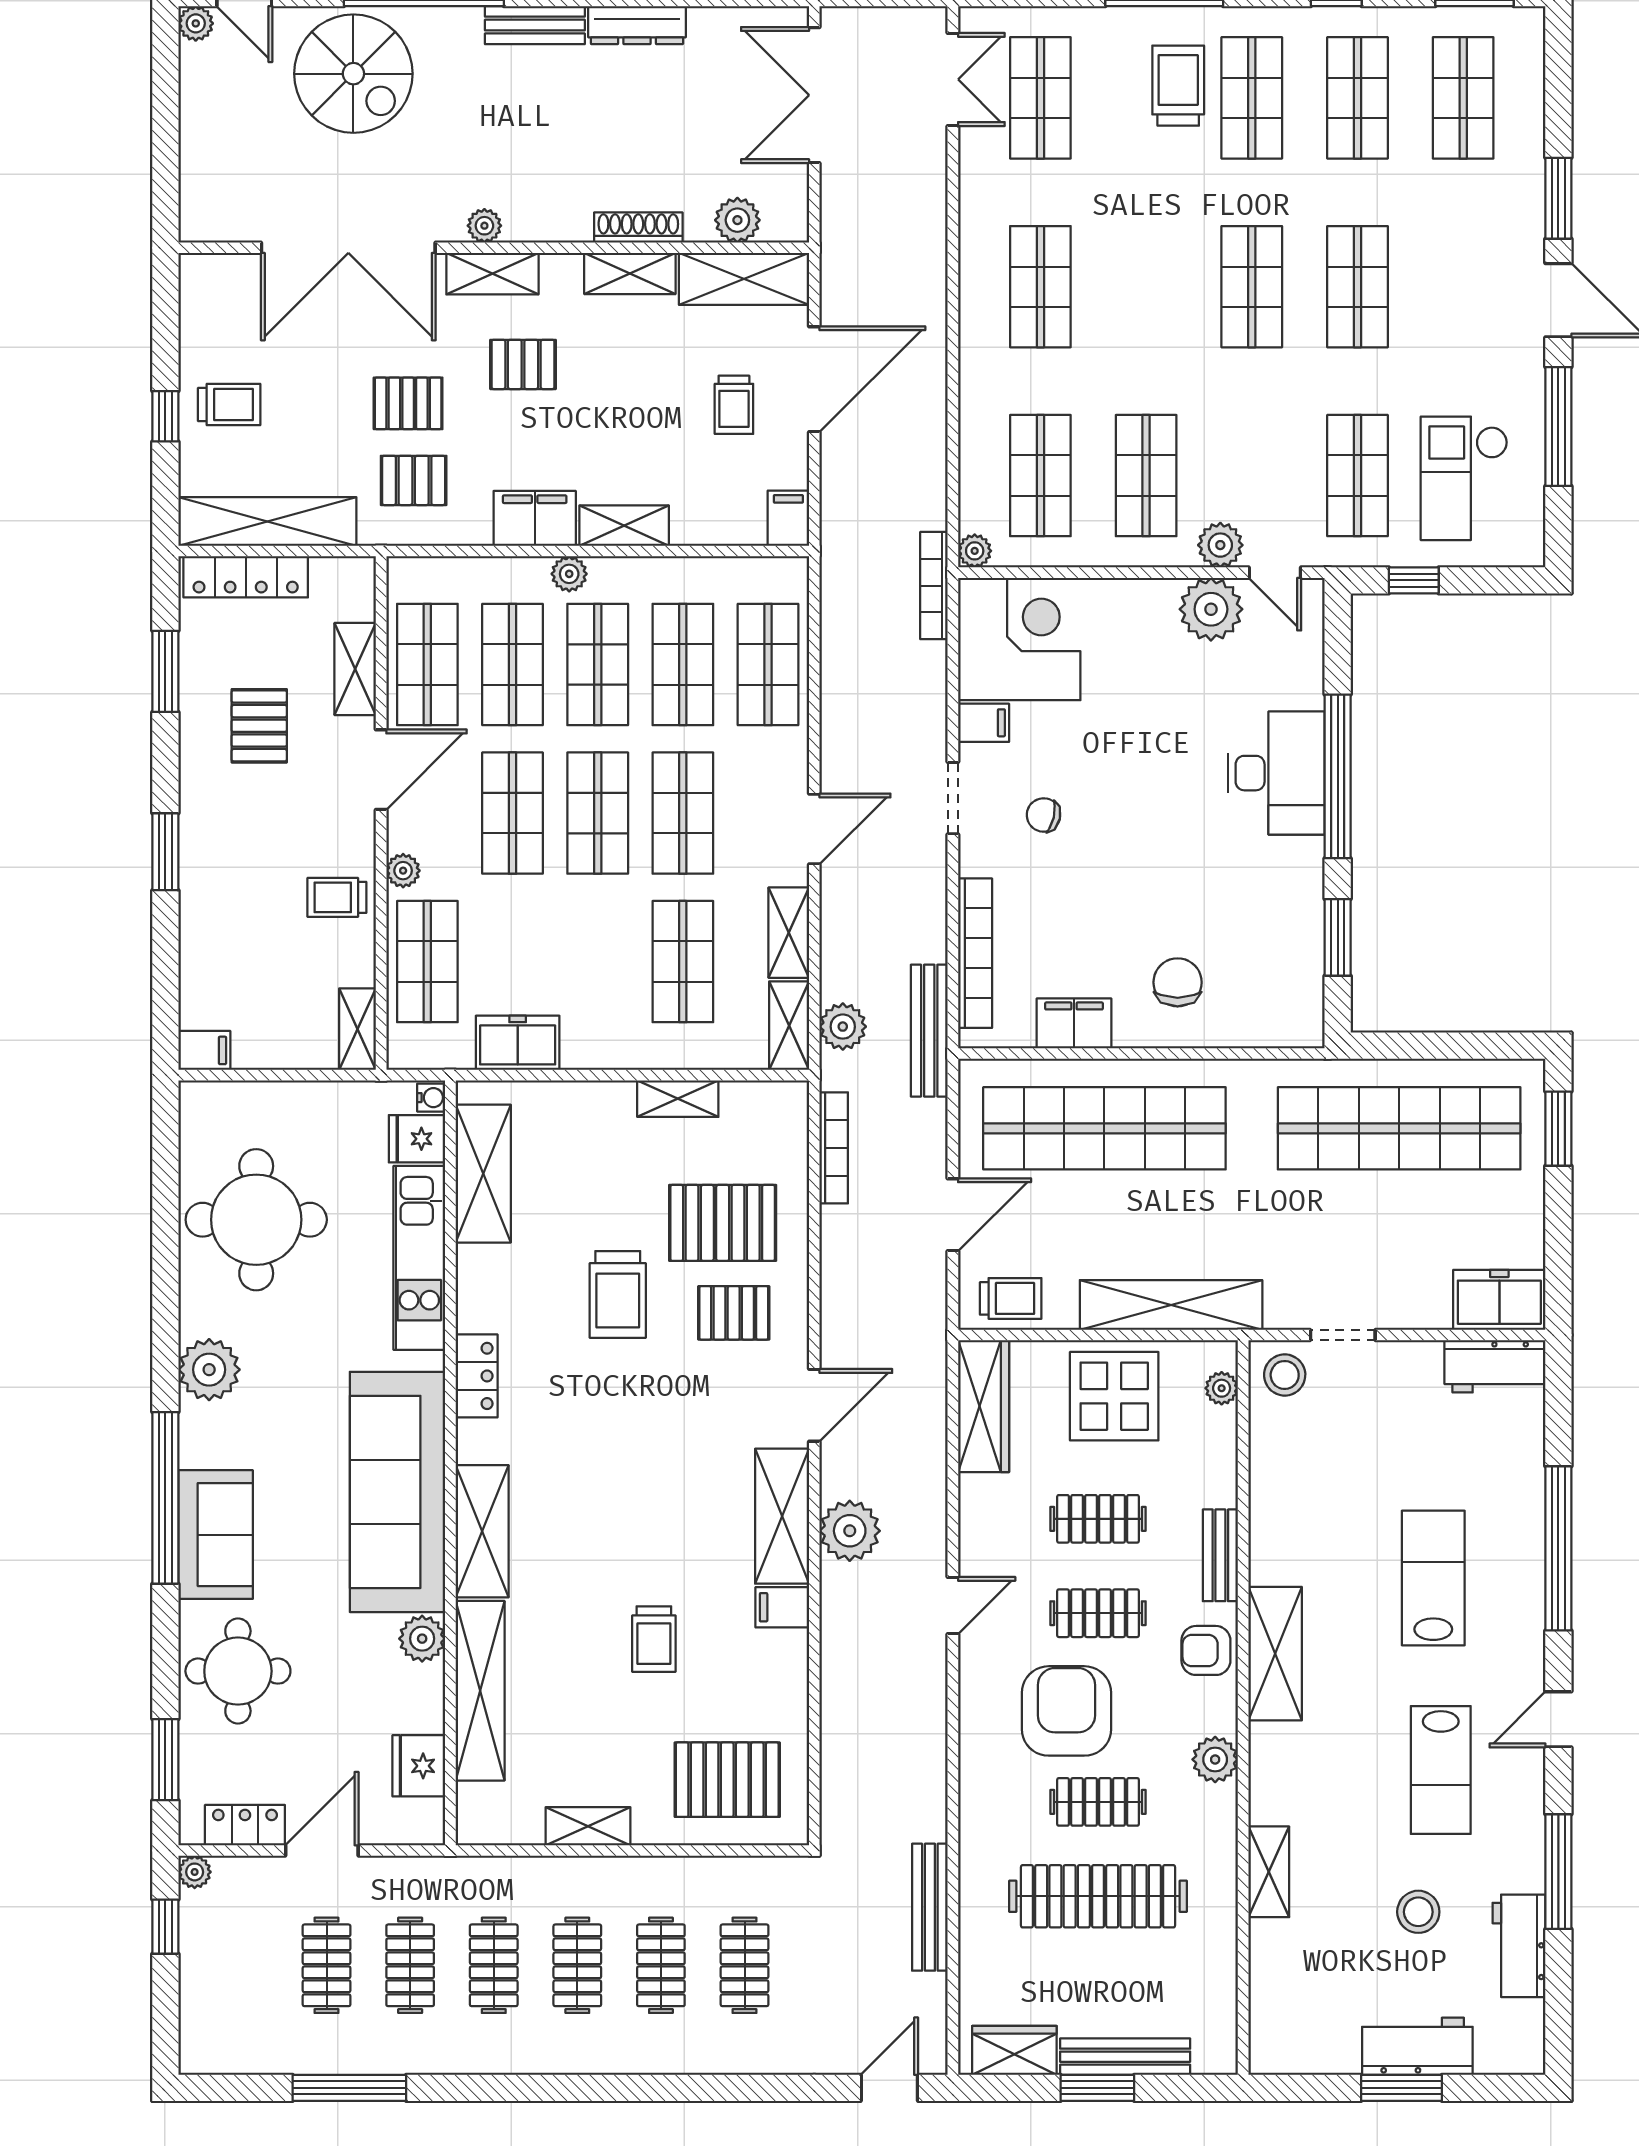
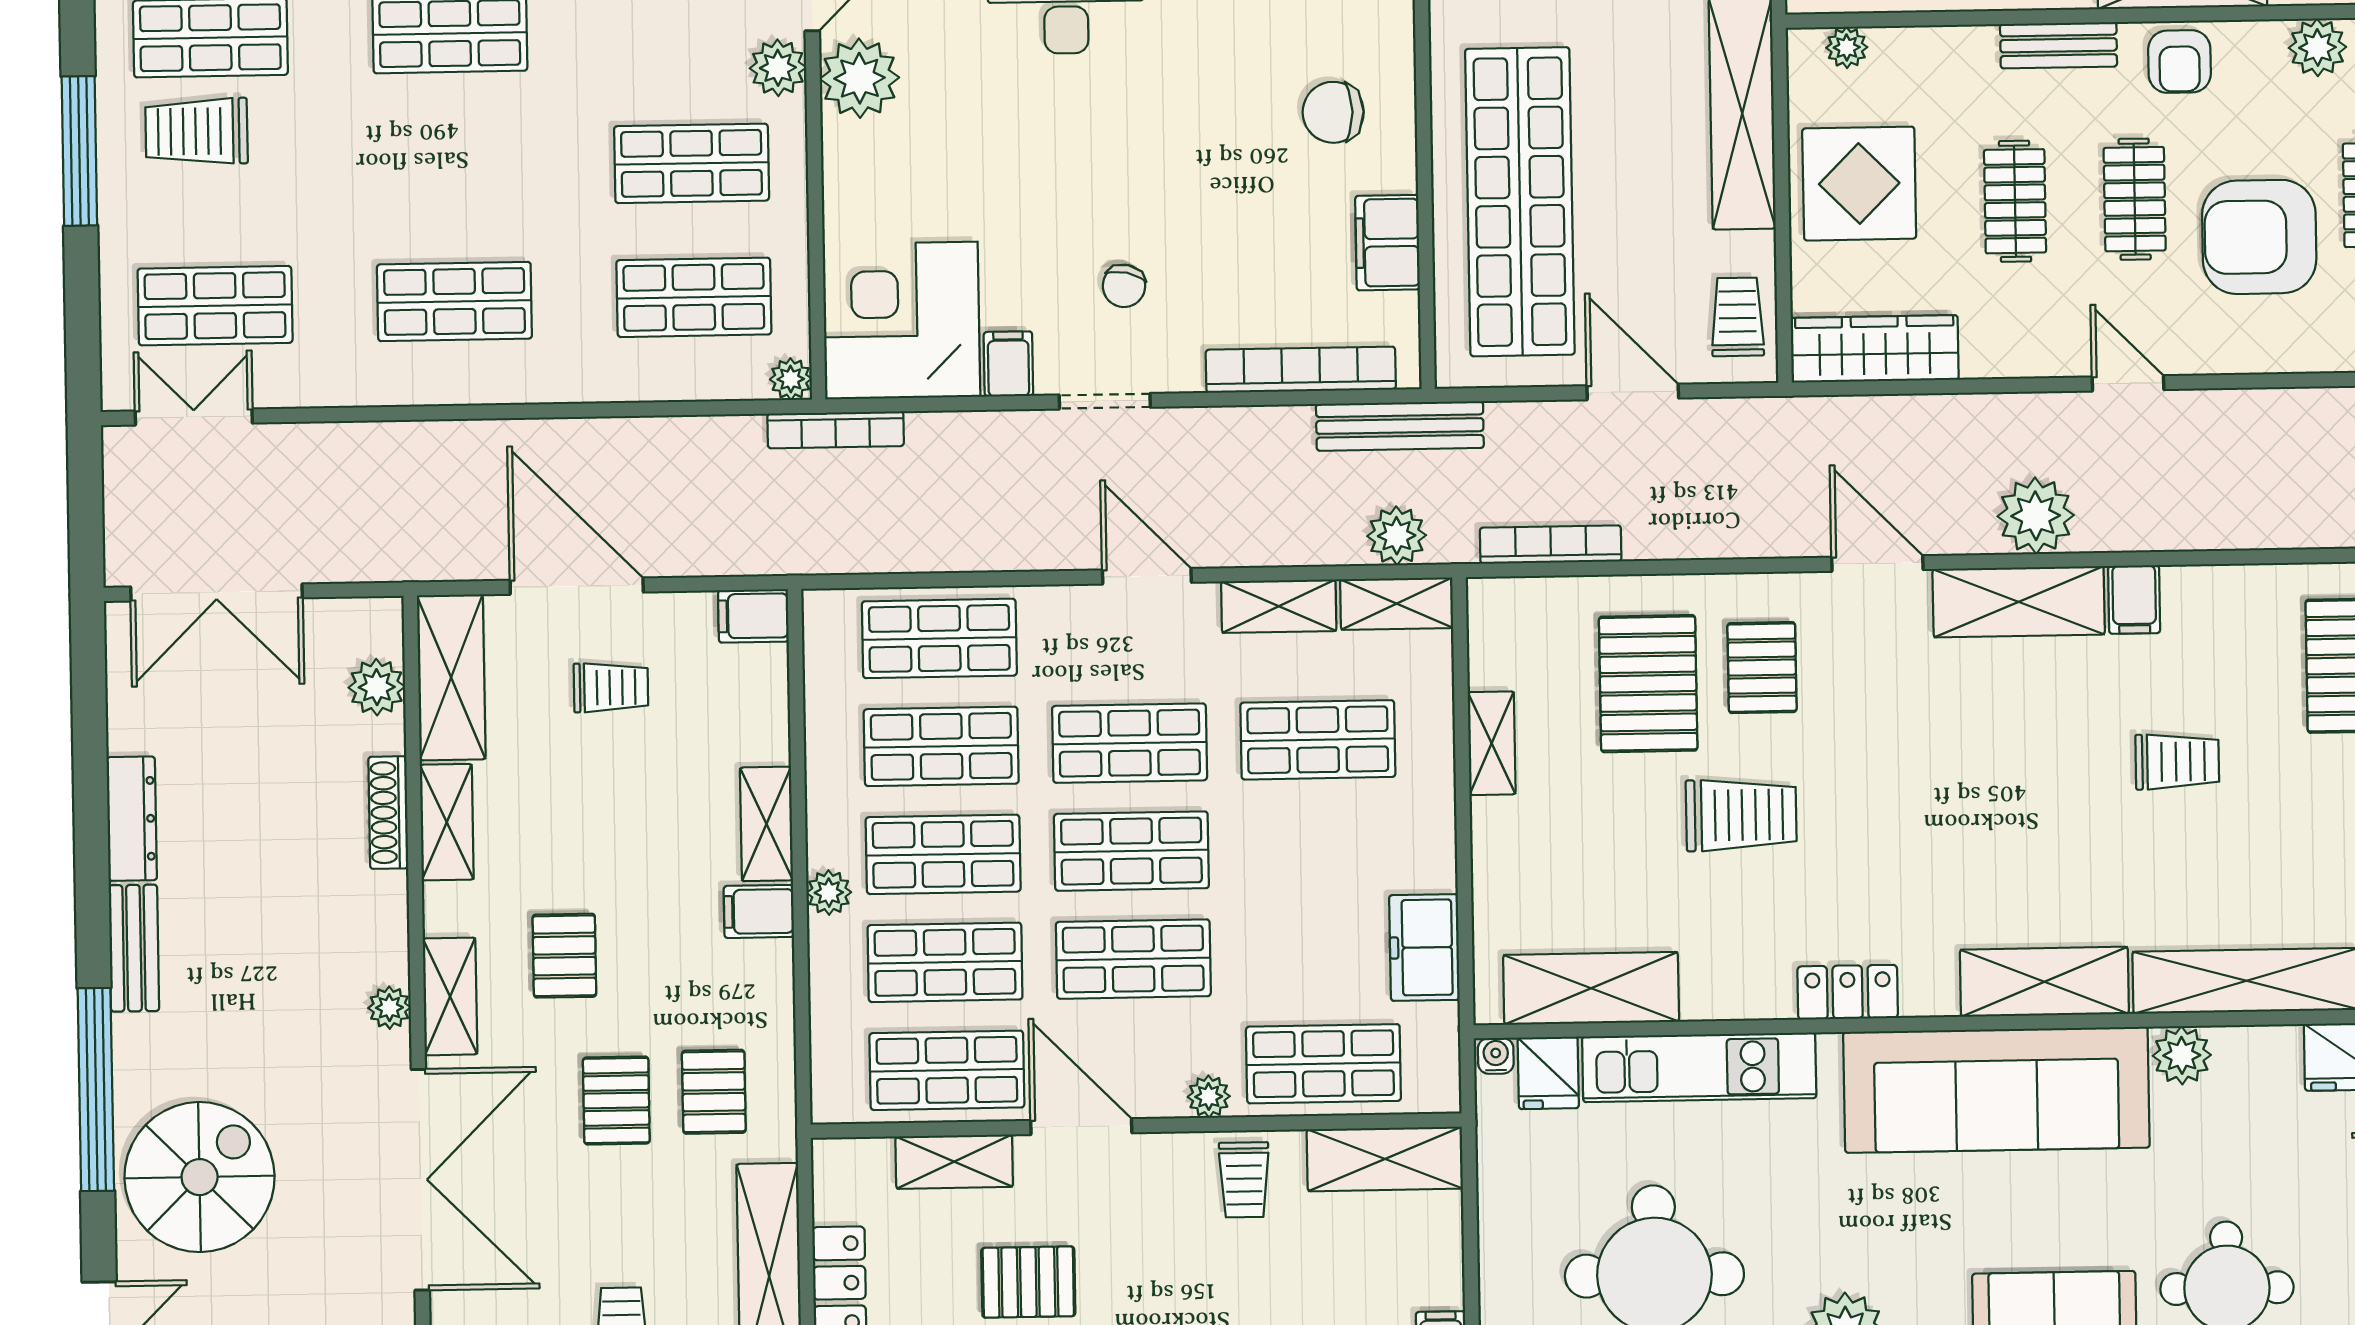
filing cabinet: (535, 518) -> (759, 911), width x0.50
shelving: (358, 1029) -> (1385, 1159), width x1.50, depth x1.33

